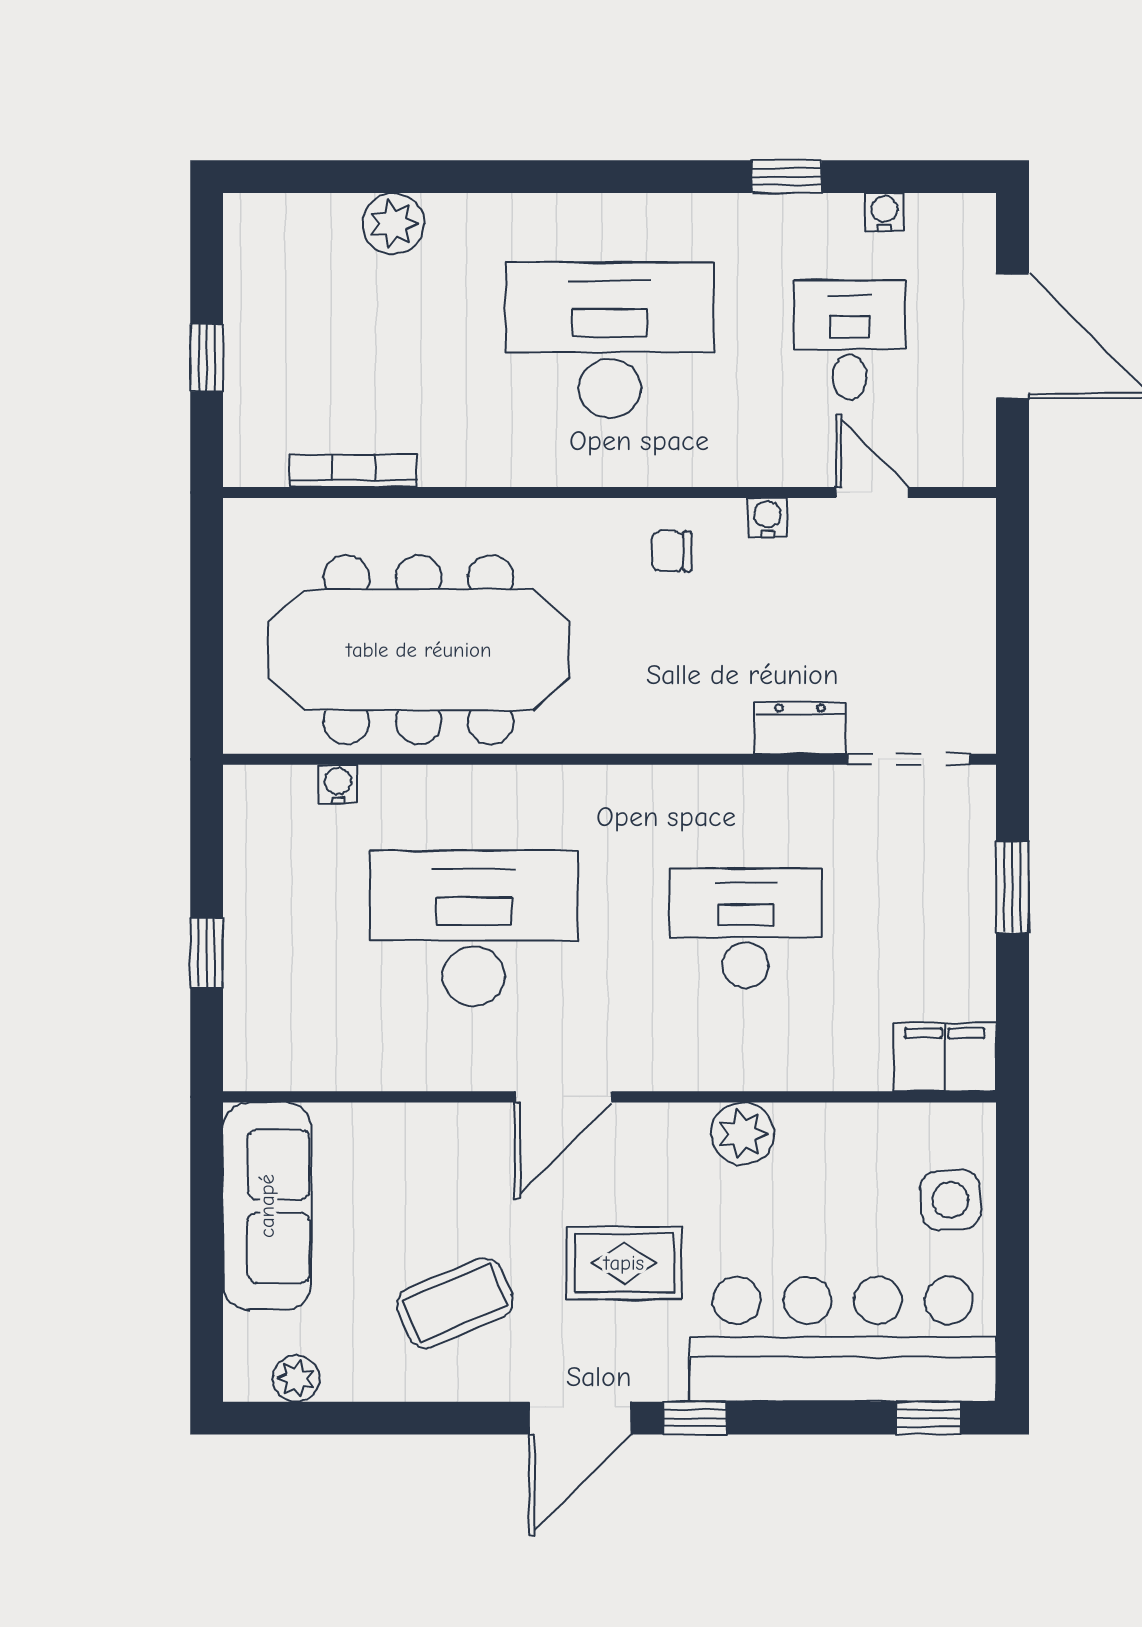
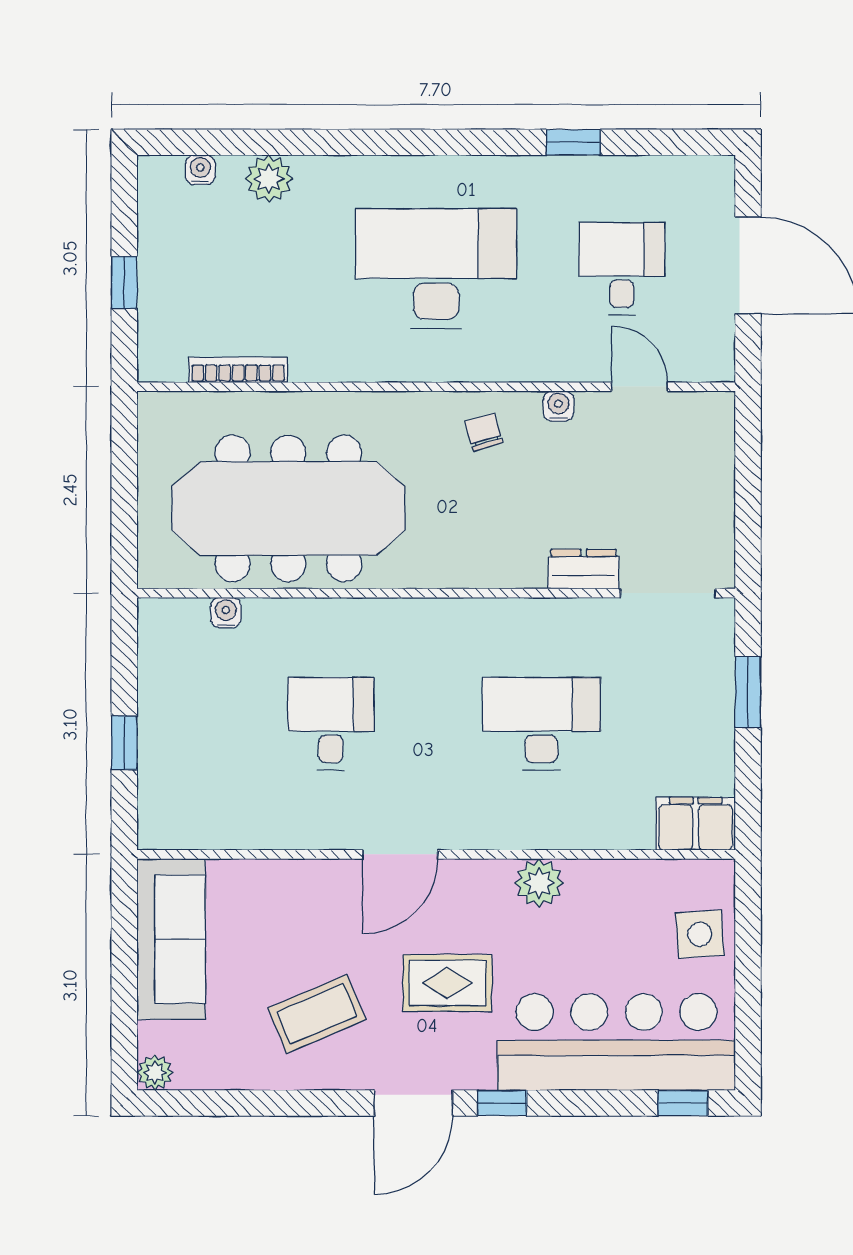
water cooler: (884, 212) -> (200, 170), moved
chair: (671, 551) -> (484, 432), turned 74
desk: (474, 928) -> (331, 724), width x0.53, depth x0.77
plant: (296, 1379) -> (155, 1072), moved

